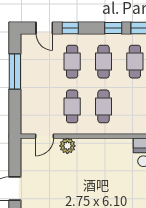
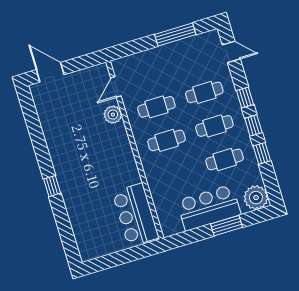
door: (44, 28) -> (231, 52), swing flipped
window: (70, 28) -> (245, 97), moved
door: (44, 136) -> (116, 87), hinge flipped

